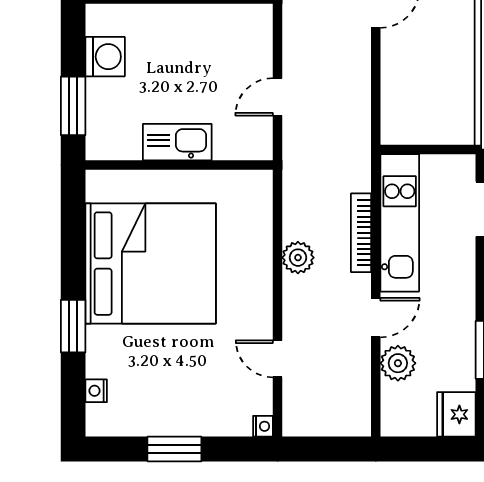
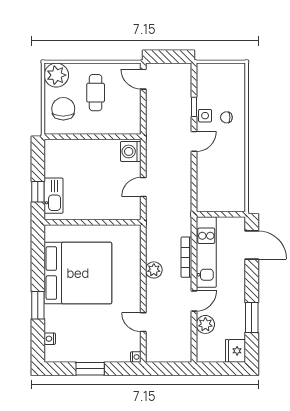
washing machine: (105, 57) -> (131, 151), moved, turned 180
window: (73, 106) -> (38, 192), width x0.67
kitchen sink: (177, 142) -> (54, 196), moved, turned 90

